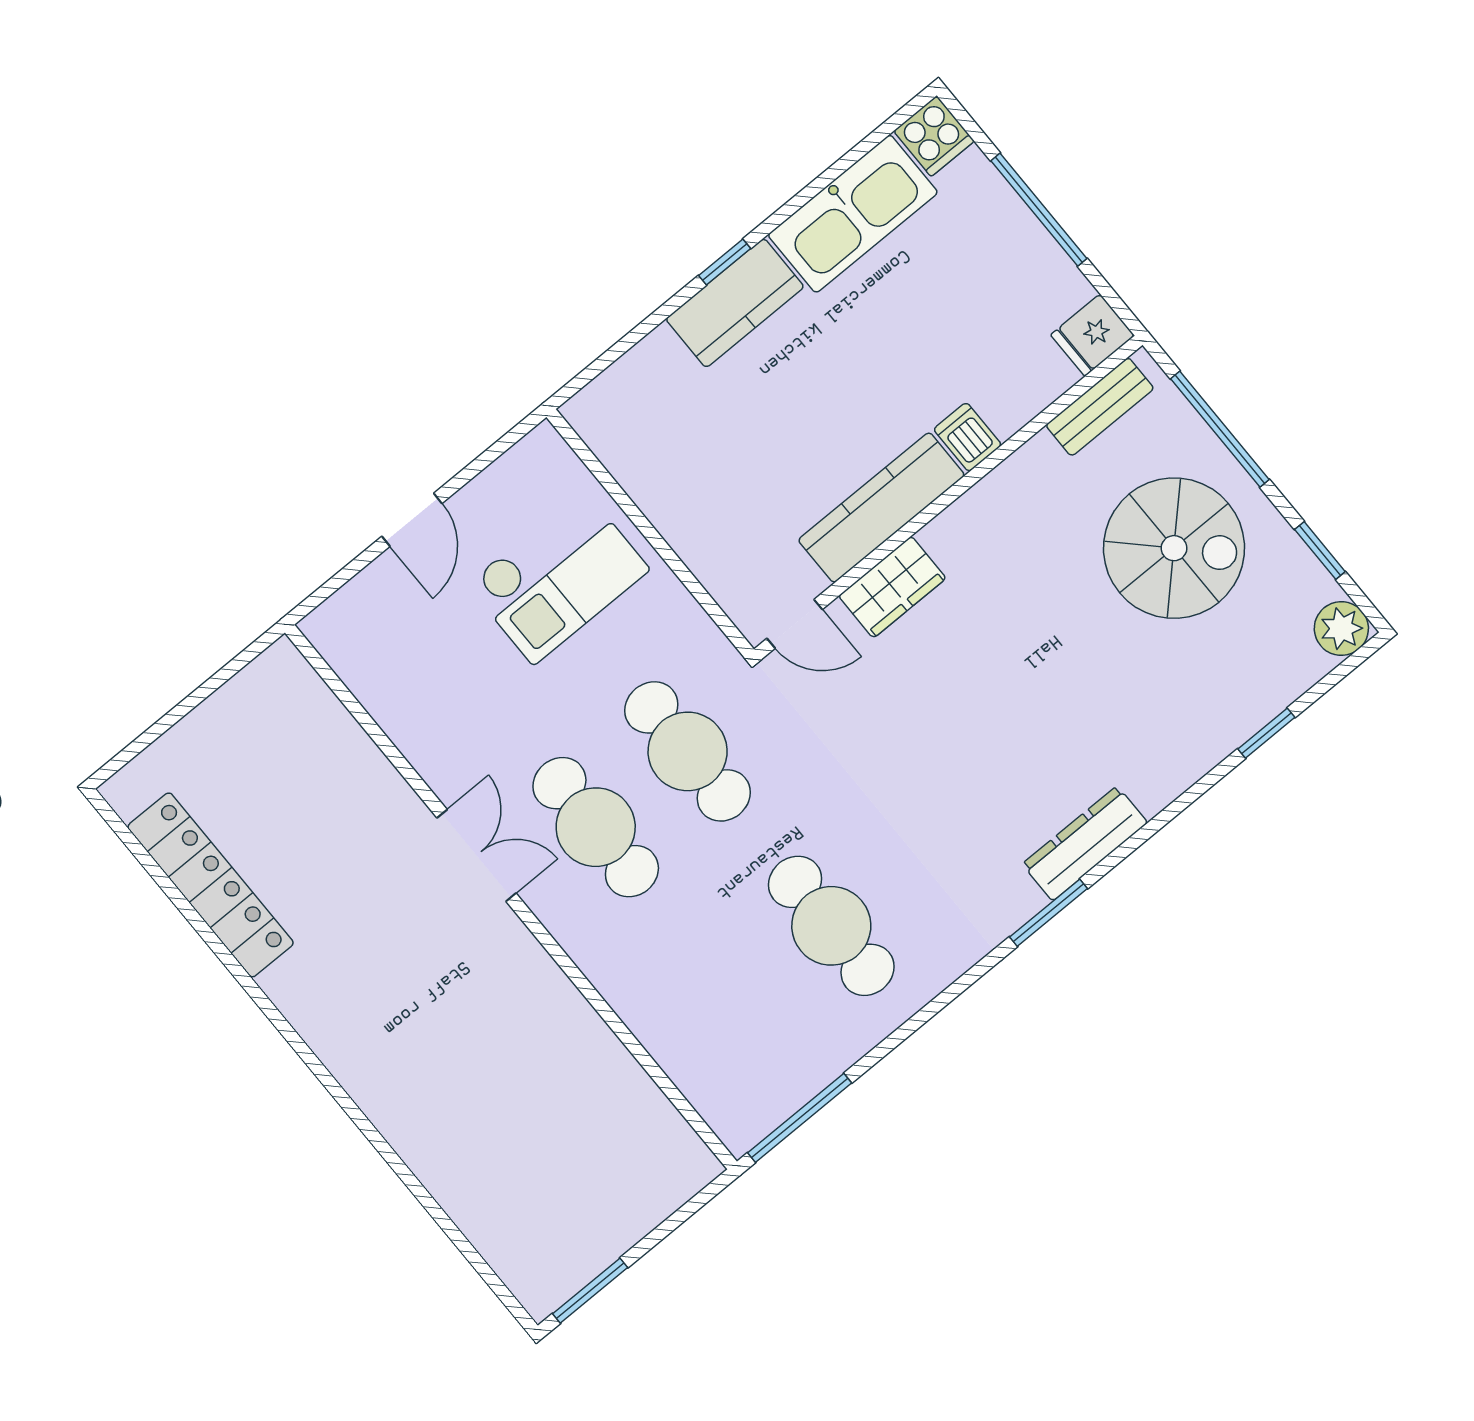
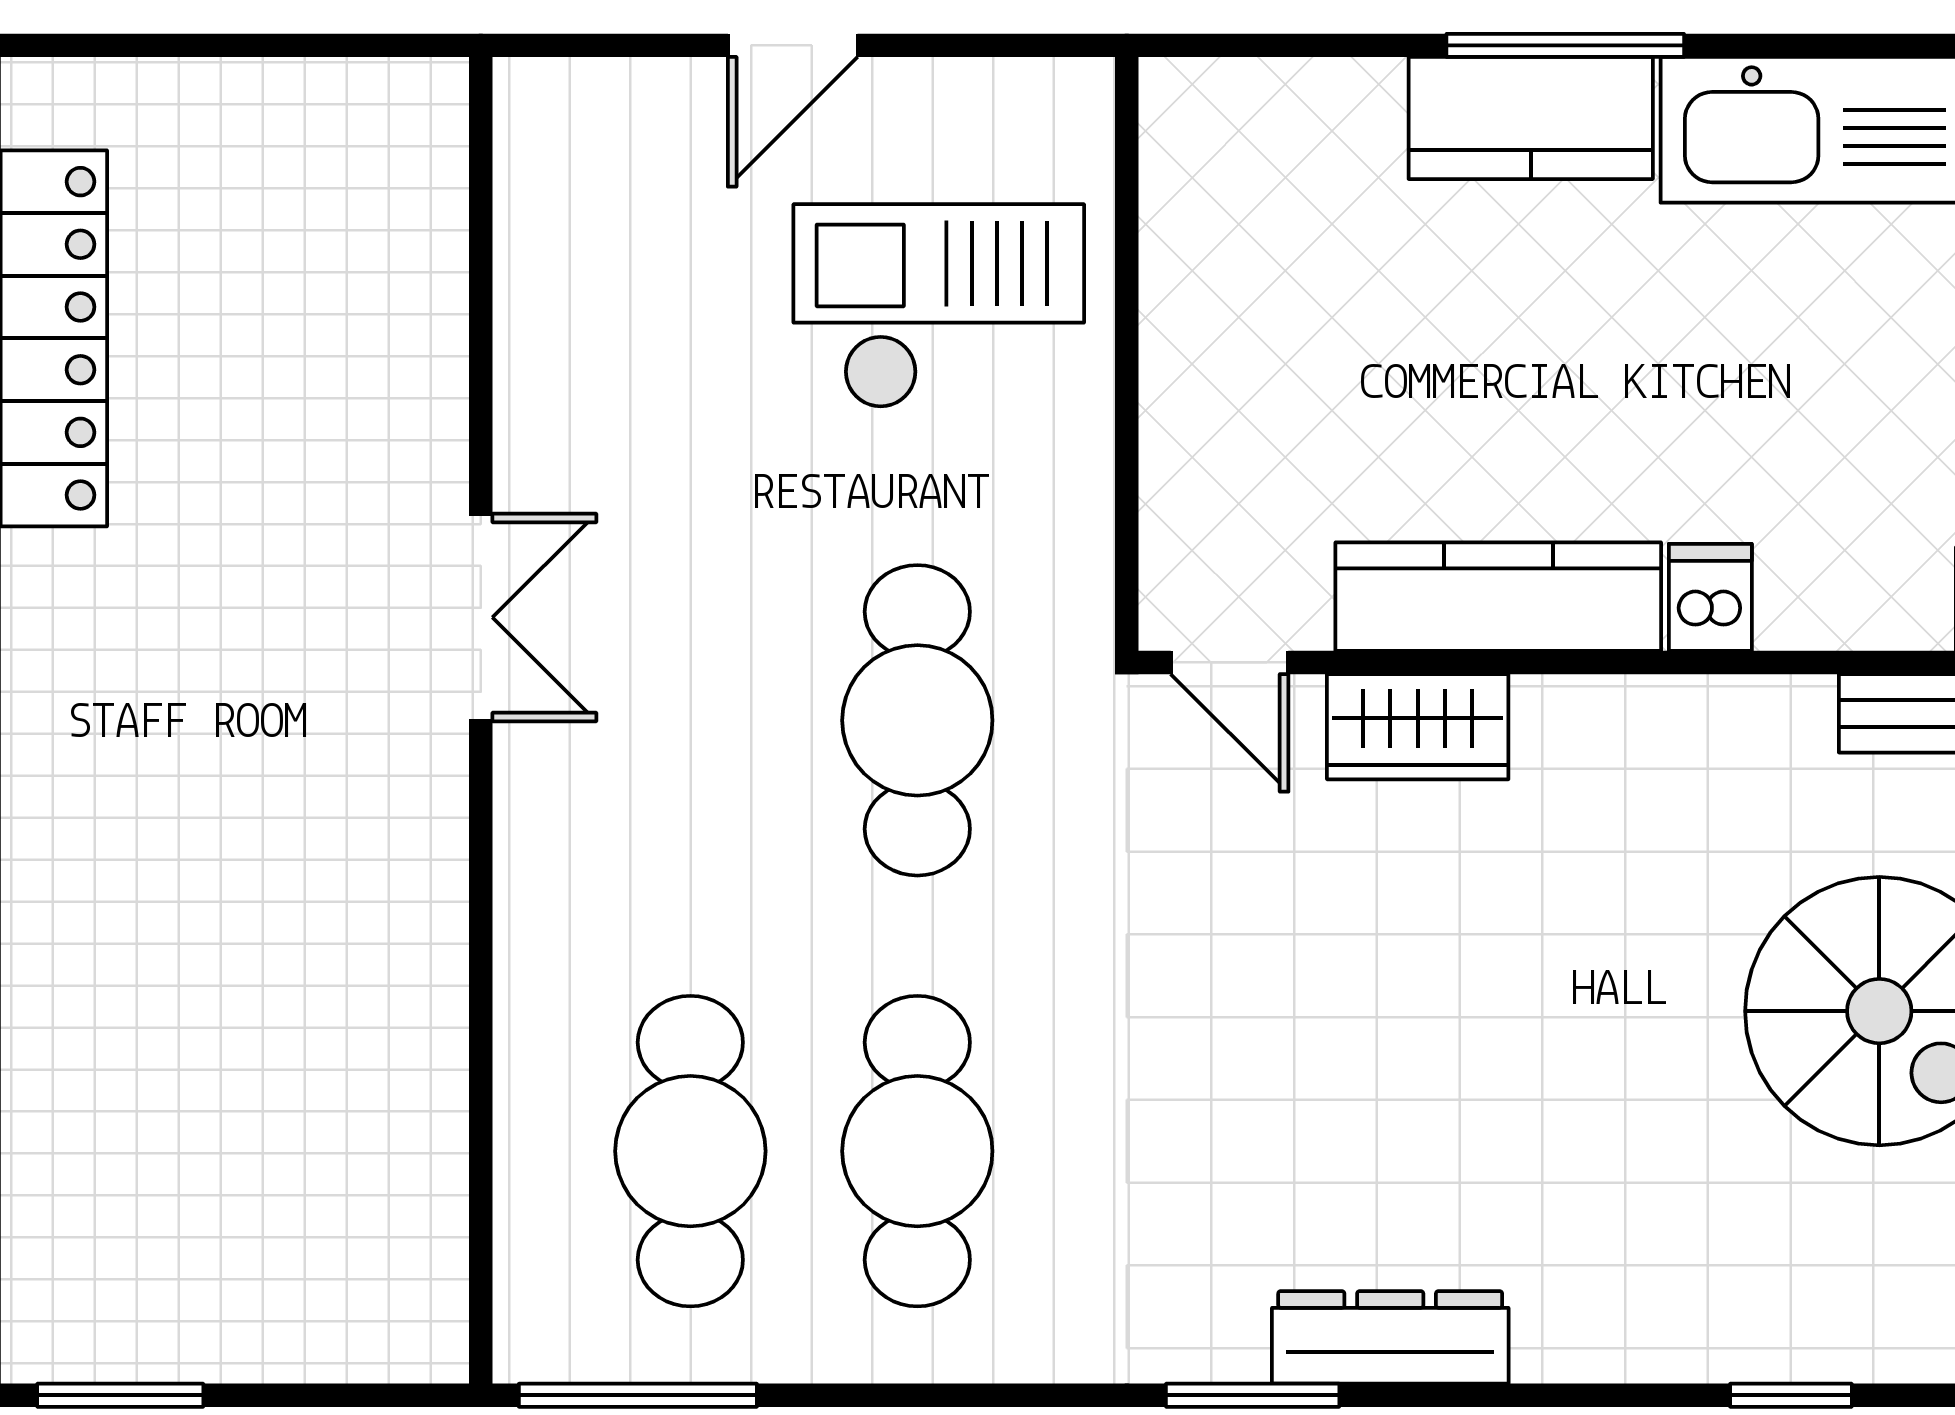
window: (725, 262) -> (1565, 45), width x2.17
checkout: (558, 577) -> (939, 306), turned 180
cafe table: (596, 827) -> (690, 1151), moved

